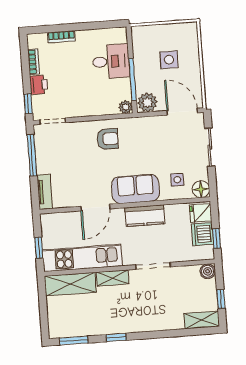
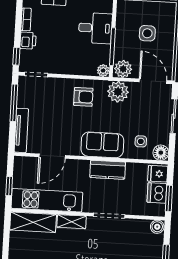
plant: (145, 128) -> (118, 92), added
tv unit: (45, 192) -> (21, 130), width x1.41
door: (95, 208) -> (52, 156), moved
window: (216, 238) -> (169, 198), width x1.50

